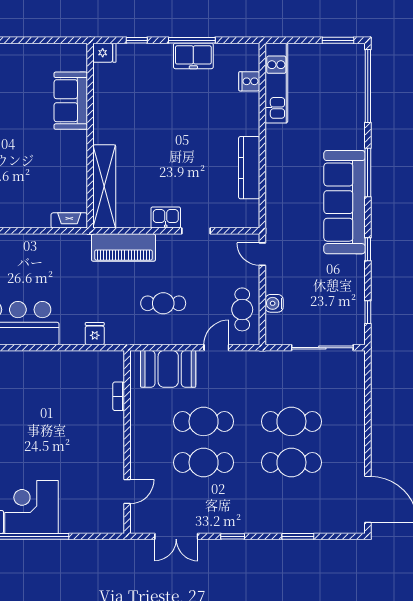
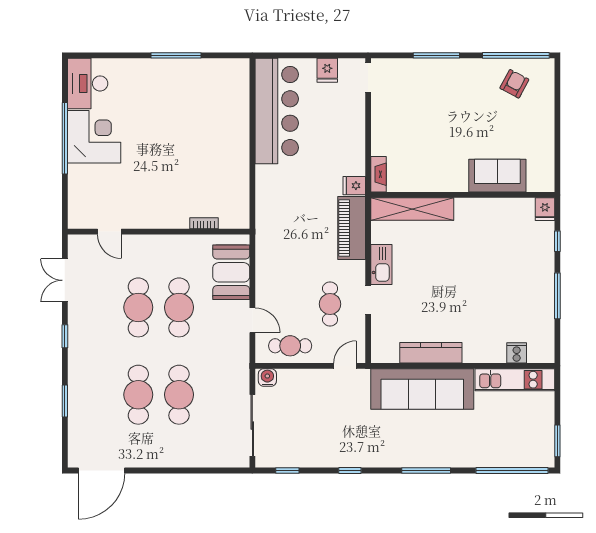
freezer: (193, 56) -> (542, 297), removed
sofa: (345, 202) -> (422, 389), moved, turned 180
kitchen sink: (166, 218) -> (381, 264), width x1.38
cafe table: (163, 303) -> (330, 304), moved
water cooler: (274, 303) -> (267, 377), moved
fridge: (95, 334) -> (354, 186), moved, turned 180

